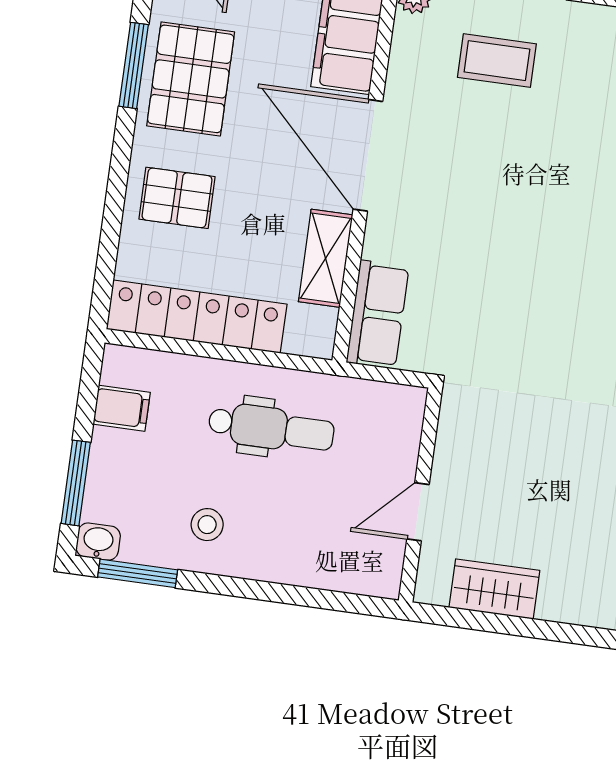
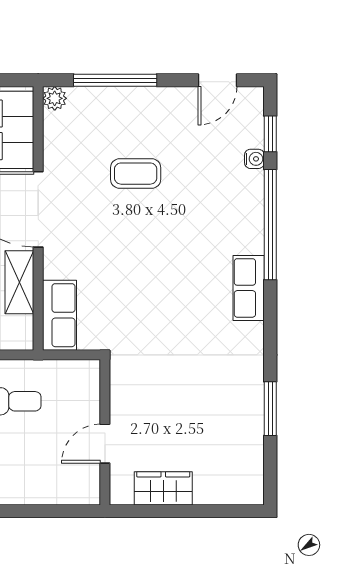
coffee table: (497, 61) -> (136, 174), moved

